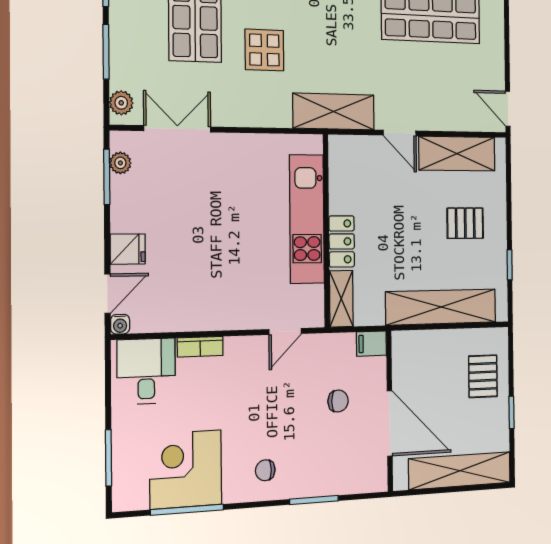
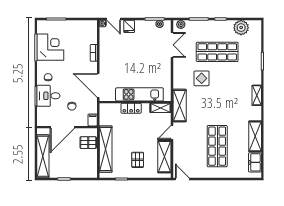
door: (508, 109) -> (182, 179), hinge flipped
shelving: (341, 299) -> (160, 108), moved
door: (285, 331) -> (98, 85), width x1.87
desk: (146, 371) -> (48, 96), moved, turned 180
pallet: (483, 376) -> (88, 143), moved

